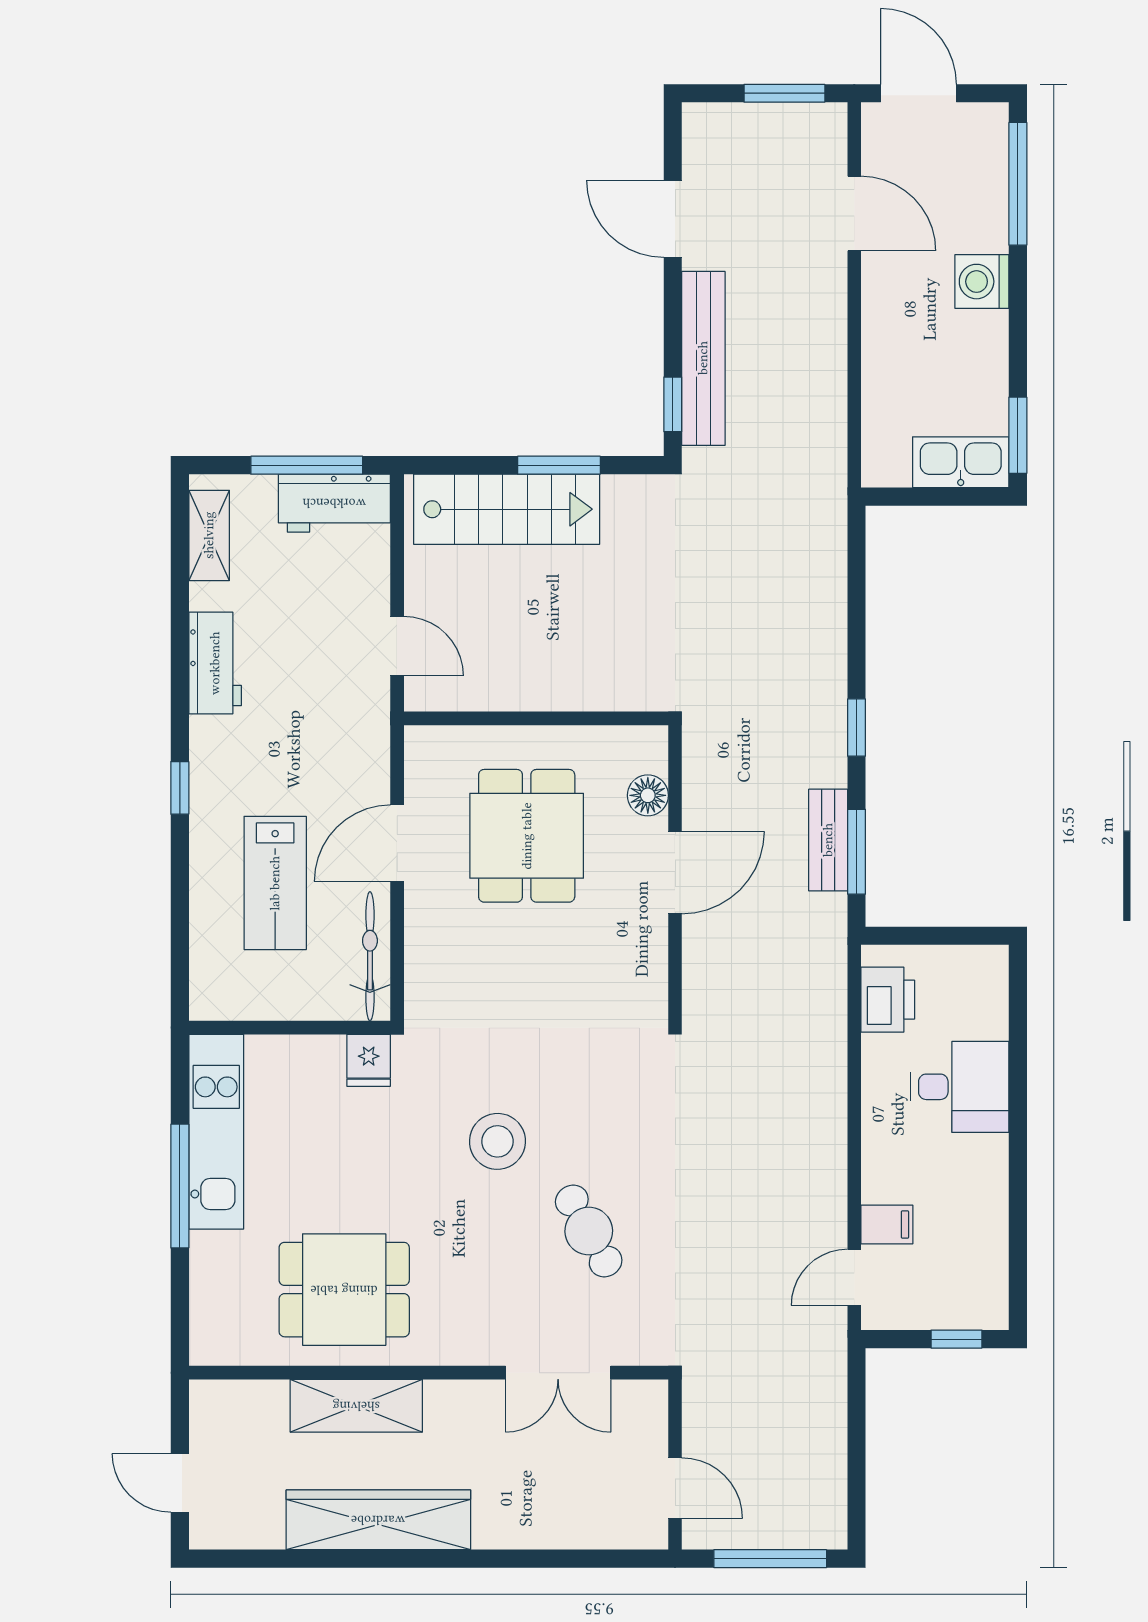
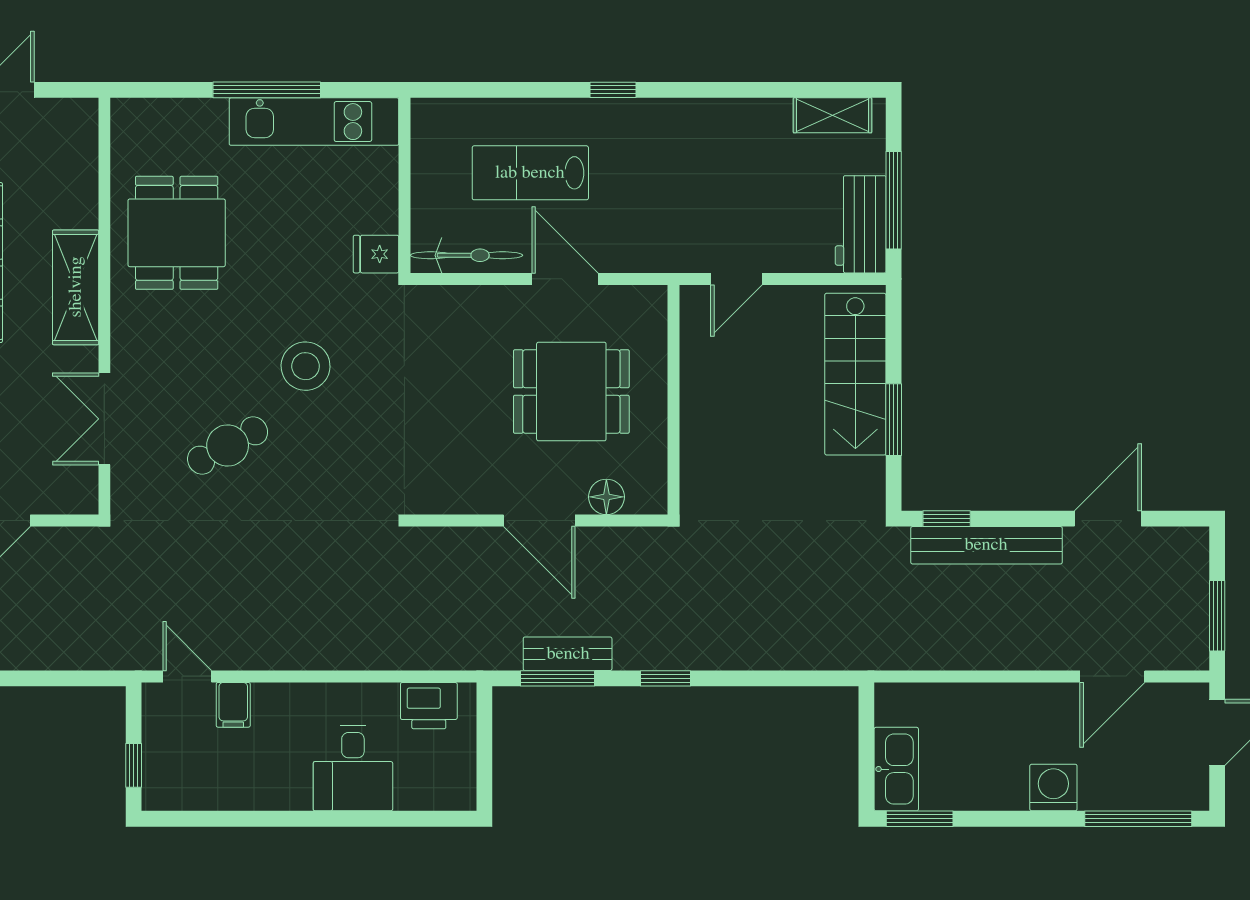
workbench: (215, 663) -> (722, 121), removed
shelving: (356, 1406) -> (76, 287), moved

